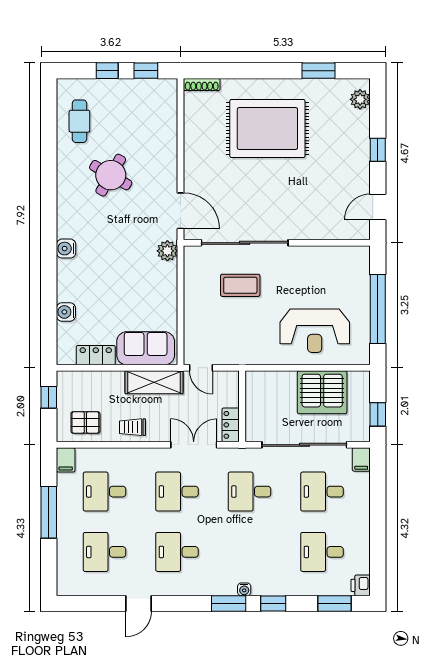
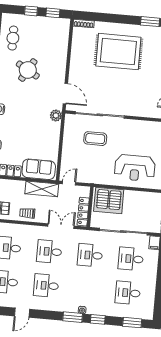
door: (201, 368) -> (69, 183), swing flipped
server rack: (322, 392) -> (109, 201), moved
locker: (231, 425) -> (83, 212), width x1.53
printer: (361, 585) -> (148, 314), removed

